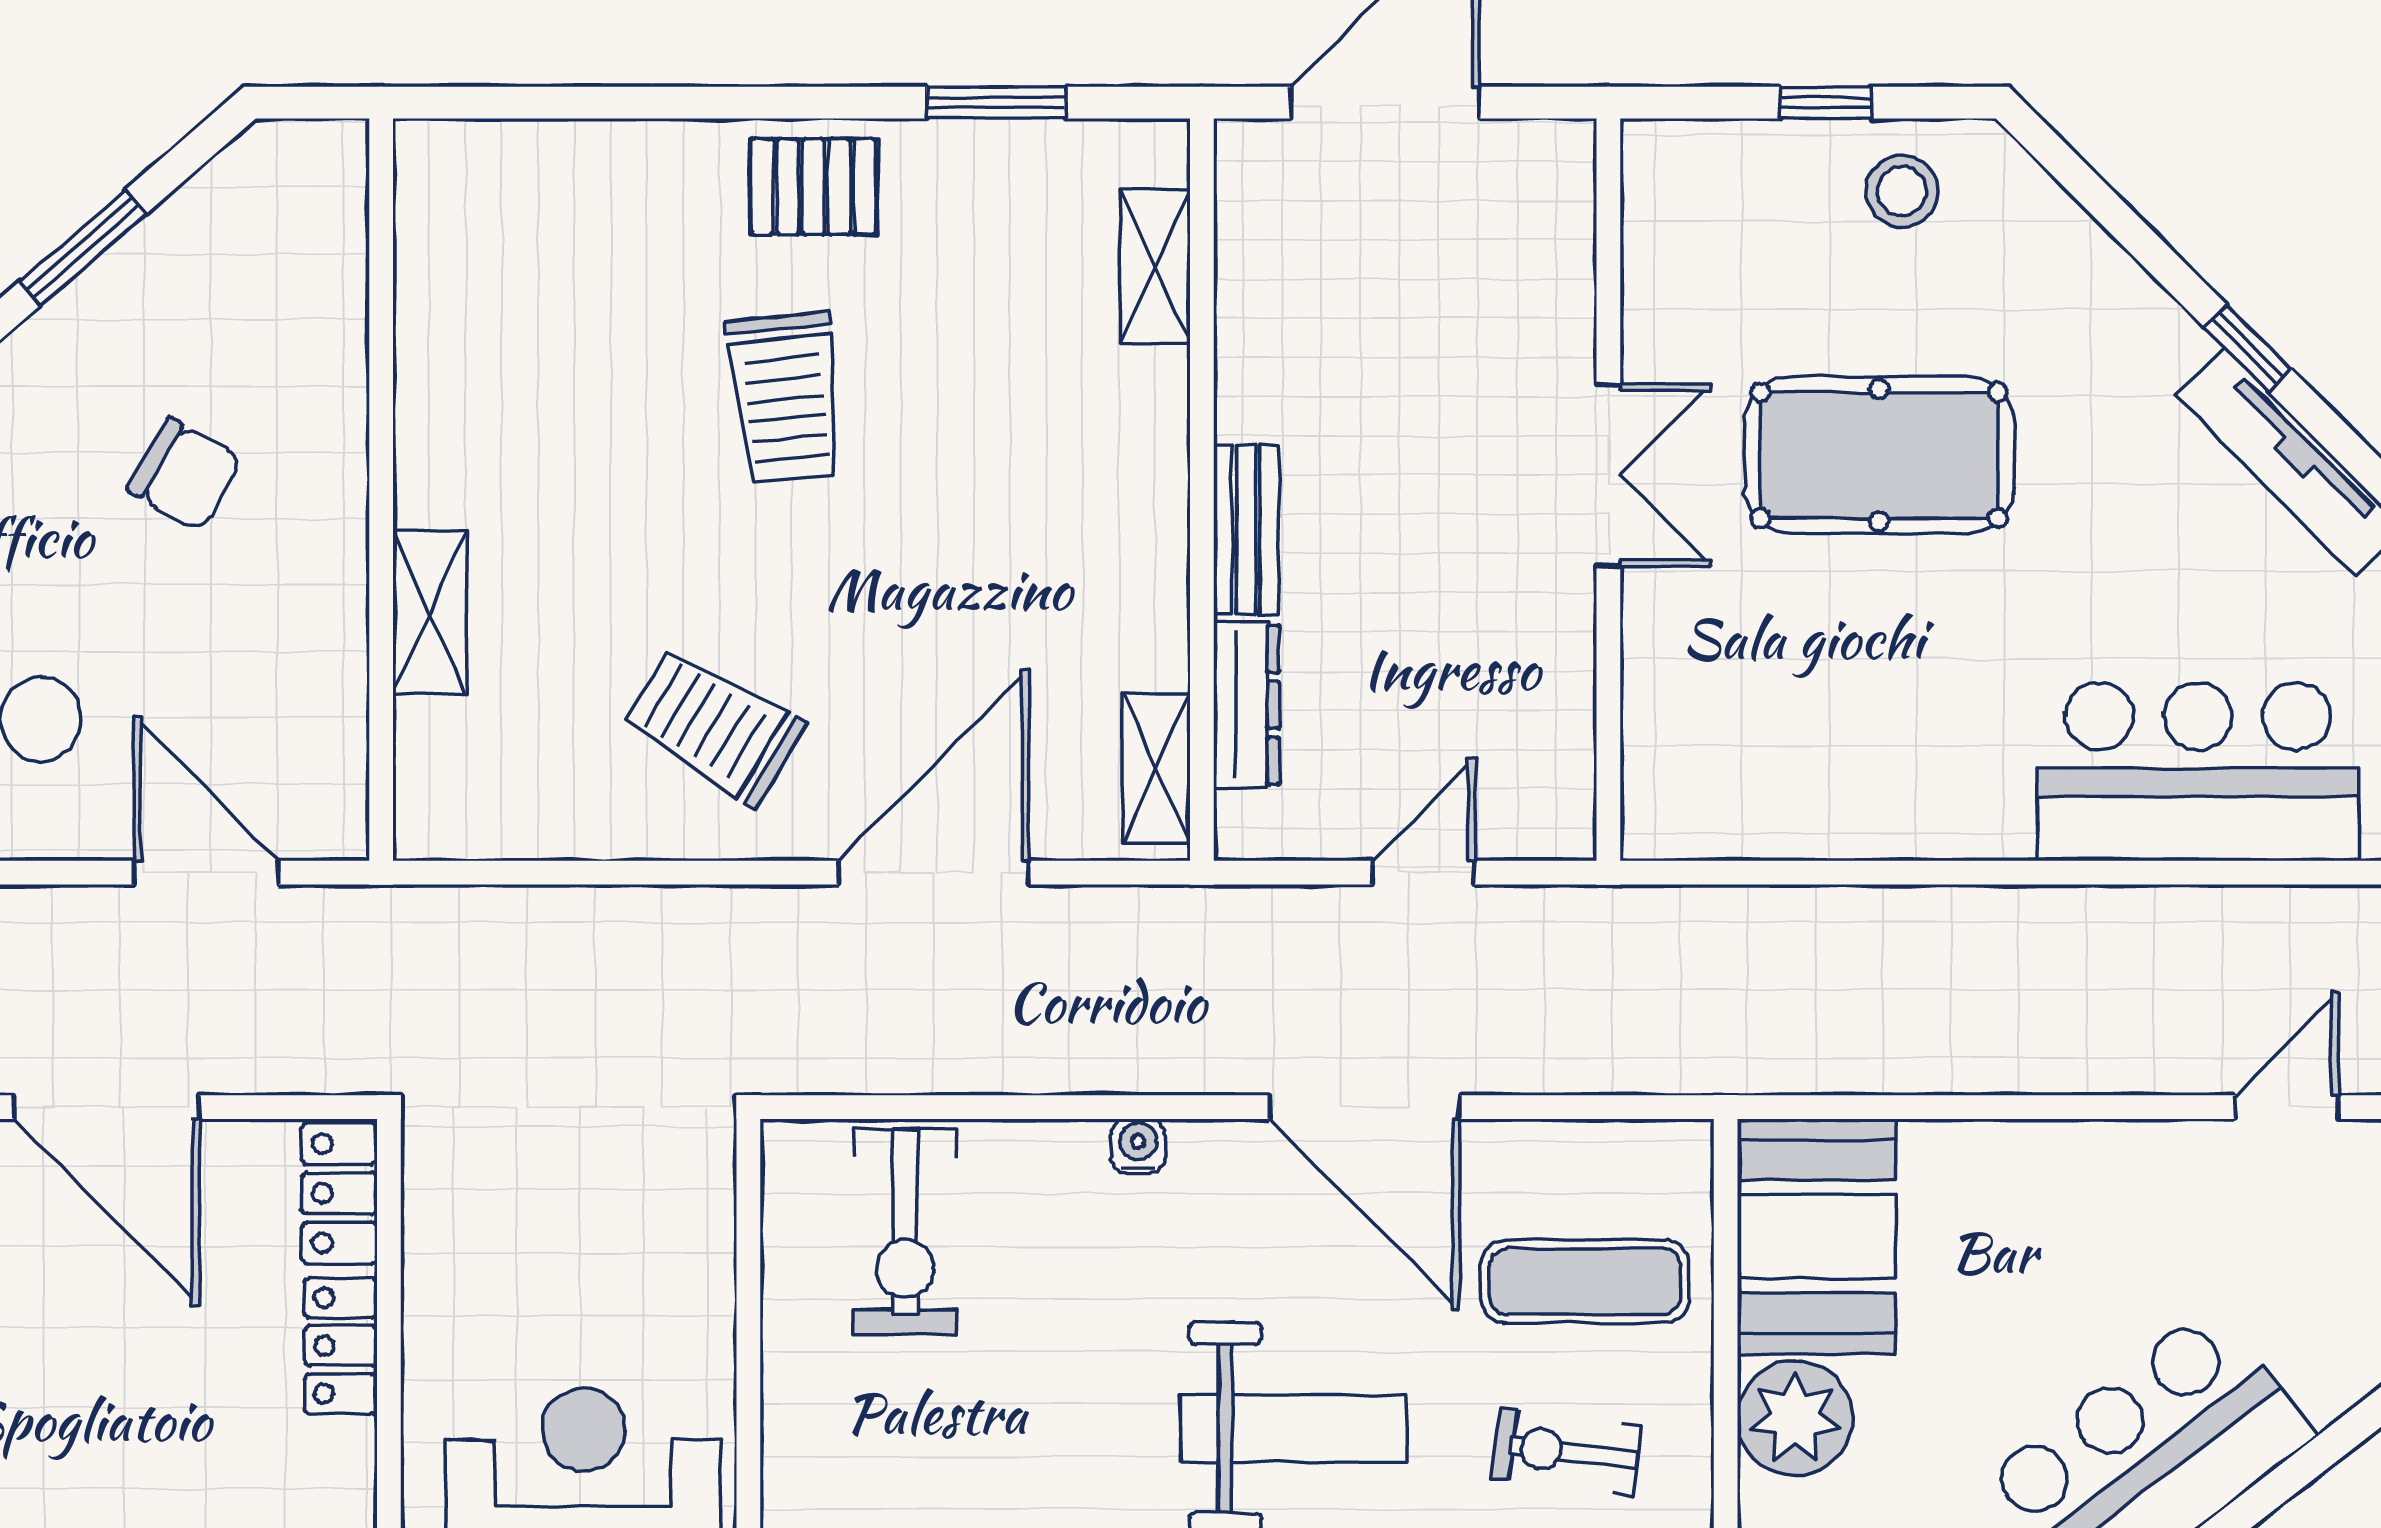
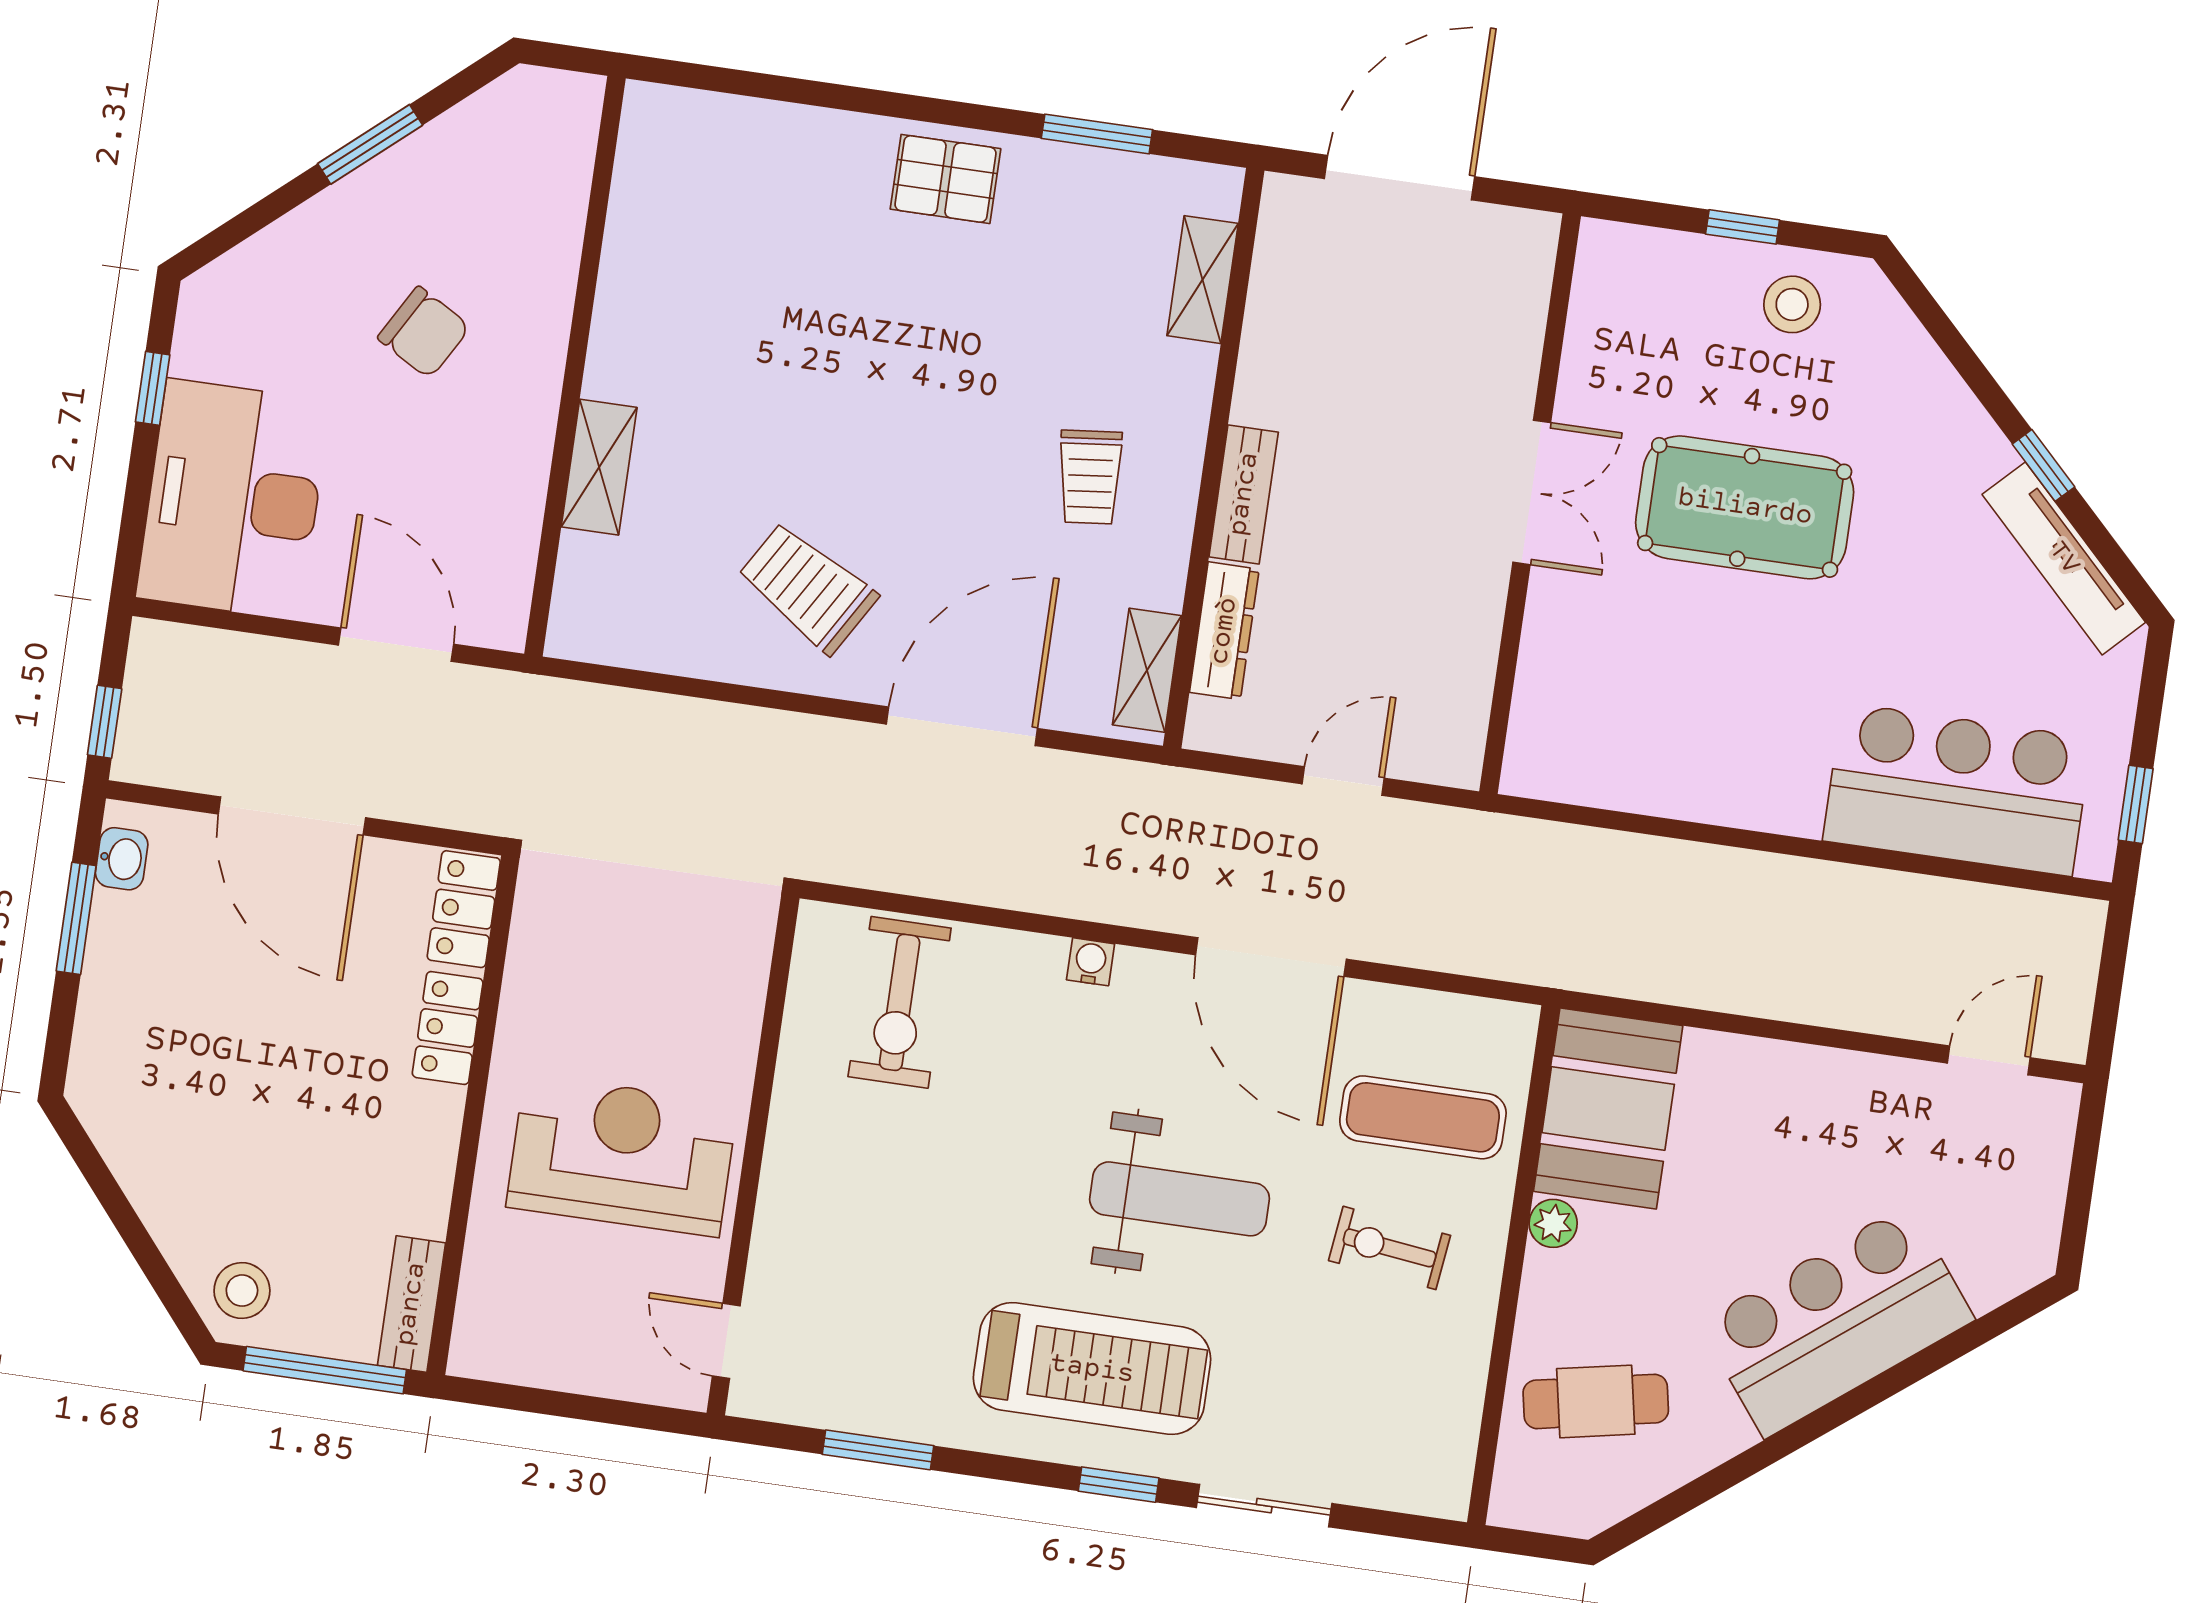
trolley: (786, 397) -> (1090, 477), moved, width x0.73, depth x0.72
plant: (1795, 1418) -> (1553, 1223), width x0.53, depth x0.53

